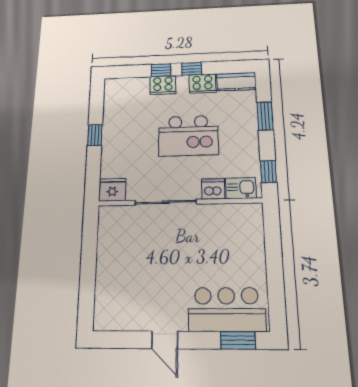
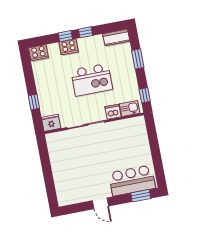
cooker: (202, 84) -> (39, 53), moved
window: (95, 135) -> (34, 102), moved

